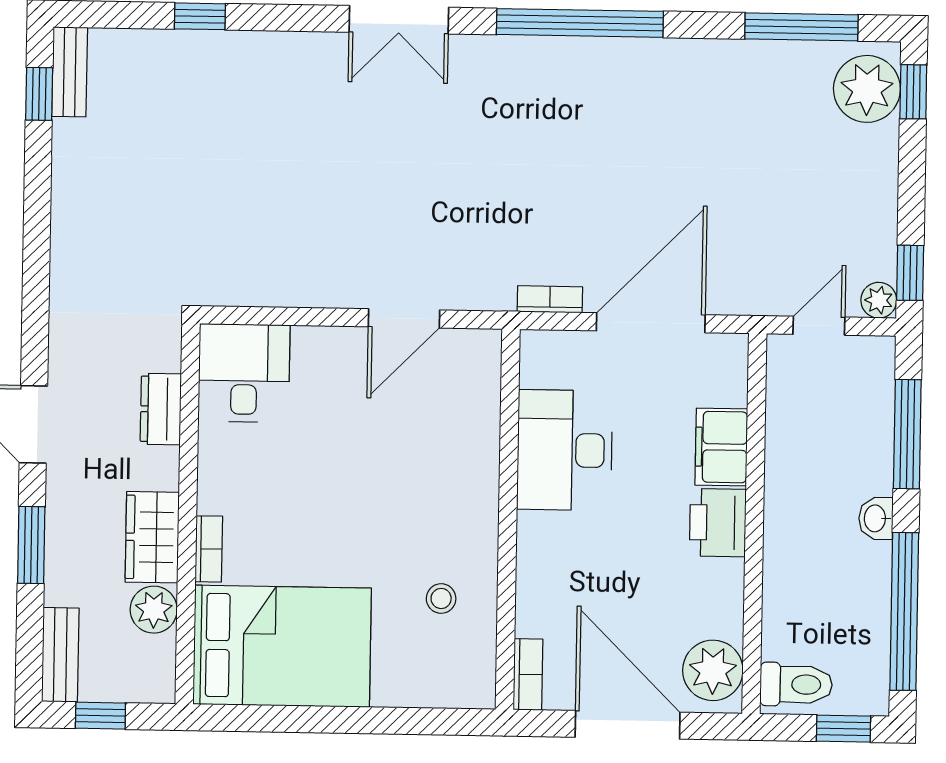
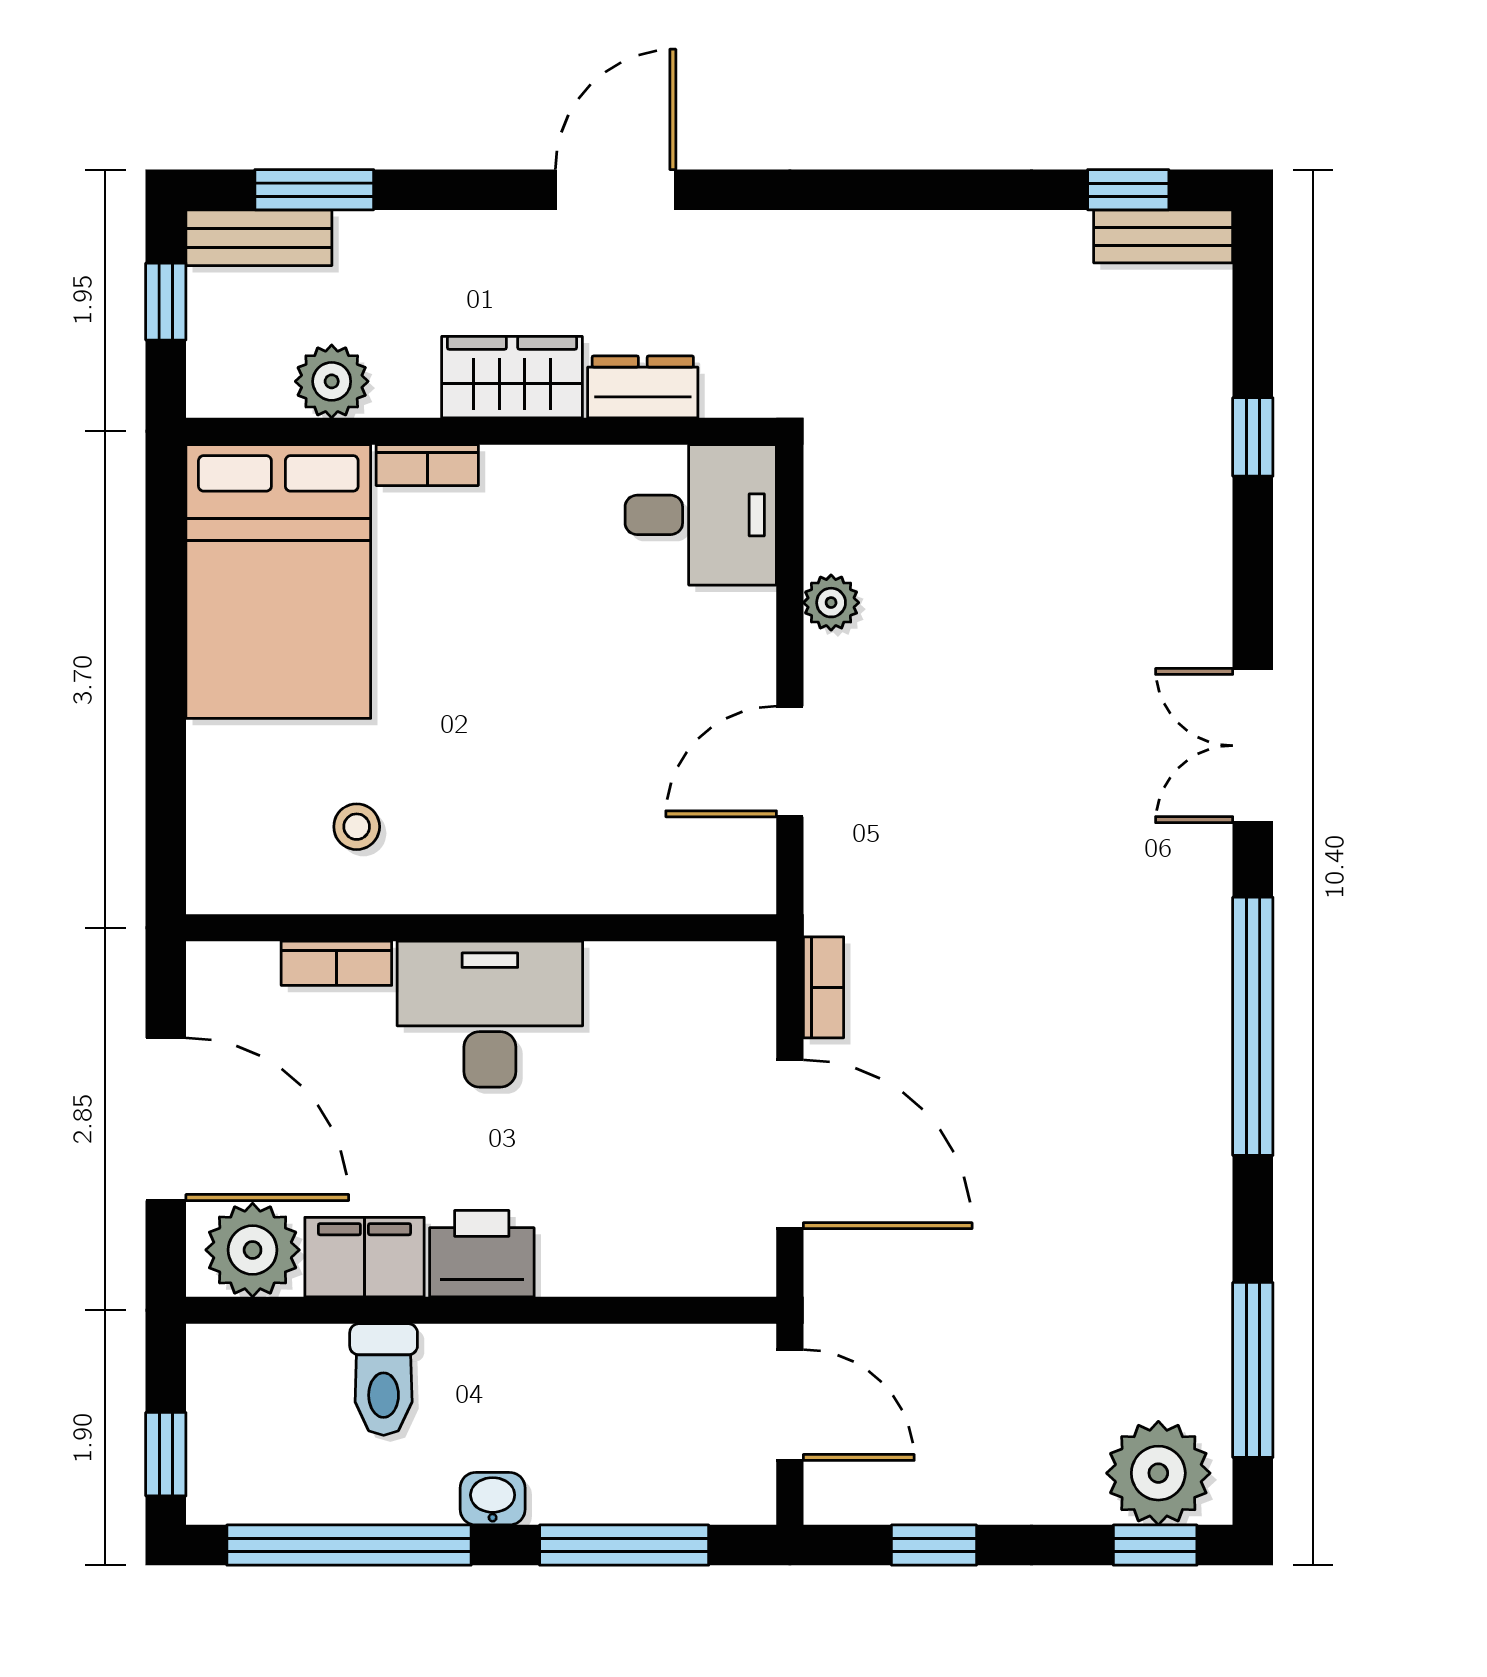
window: (910, 273) -> (934, 1545), moved
plant: (879, 300) -> (831, 603), moved
door: (404, 318) -> (790, 762), hinge flipped
door: (819, 326) -> (790, 1405), width x1.38
filing cabinet: (721, 447) -> (364, 1257), moved
desk: (565, 450) -> (490, 1014), moved
wardrobe: (152, 537) -> (512, 377), moved
window: (31, 545) -> (314, 190), moved
bookcase: (528, 674) -> (336, 963), moved
toilet: (796, 684) -> (384, 1379), moved
door: (628, 725) -> (166, 1119), hinge flipped

